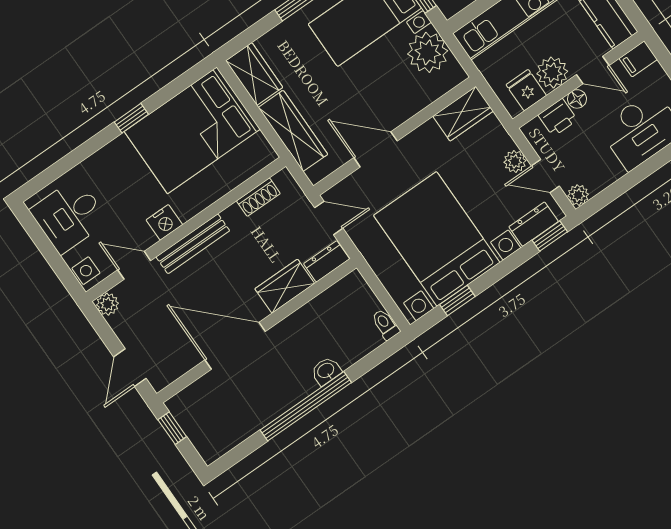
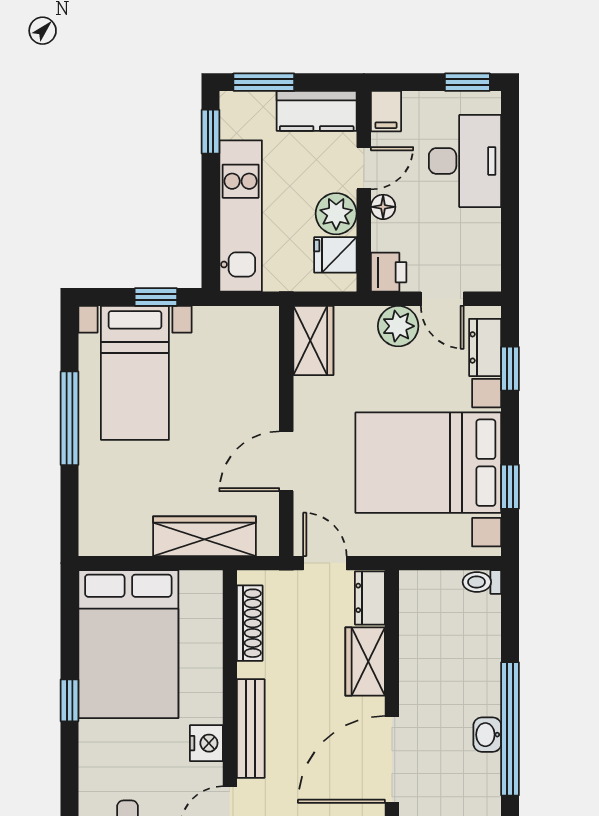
plant: (428, 52) -> (221, 333), removed
wardrobe: (254, 74) -> (114, 535), removed
printer: (558, 117) -> (389, 272), moved
plant: (515, 161) -> (398, 326), width x1.38, depth x1.38
door: (545, 176) -> (442, 299), hinge flipped
plant: (578, 195) -> (487, 278), removed
shoe rack: (258, 197) -> (250, 623), width x1.43
door: (329, 218) -> (325, 563), hinge flipped
window: (550, 236) -> (510, 369), moved
washbasin: (326, 371) -> (487, 735), moved

